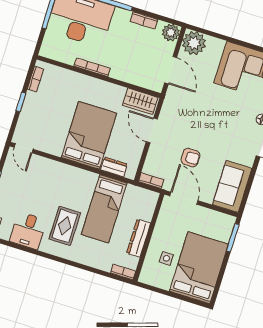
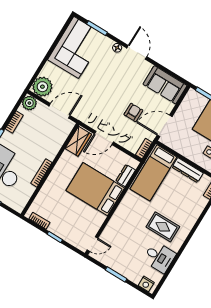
bed: (104, 209) -> (153, 173), moved, turned 90

